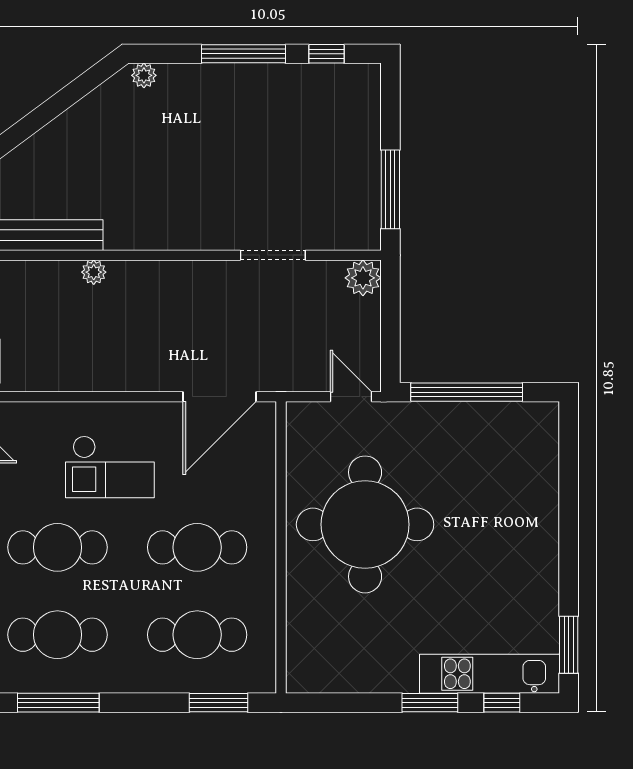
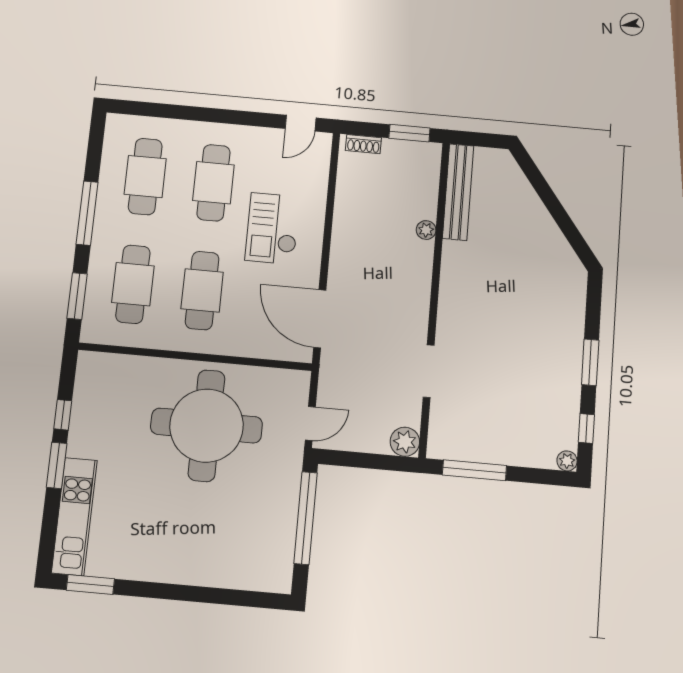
window: (243, 54) -> (590, 362), width x0.69
plant: (144, 75) -> (567, 461), moved
window: (58, 703) -> (87, 213), moved
window: (502, 703) -> (63, 415), moved

